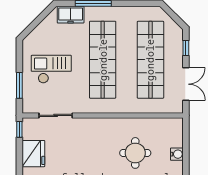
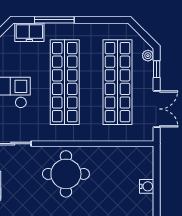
plant: (178, 36) -> (148, 56), added
round table: (135, 153) -> (66, 174), moved, width x1.36, depth x1.36

